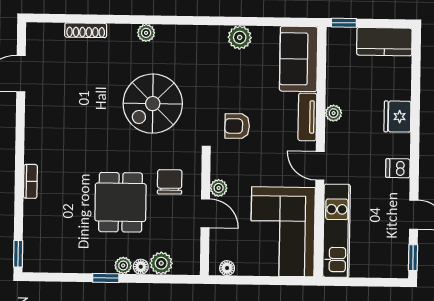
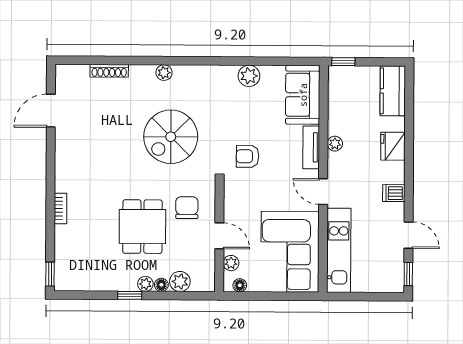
kitchen counter: (384, 42) -> (393, 91), moved, turned 90
plant: (219, 188) -> (231, 263), moved

